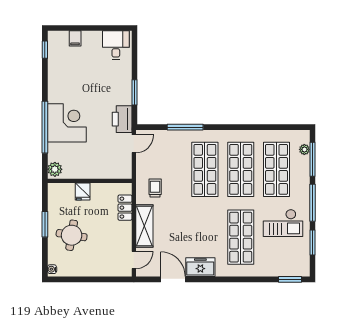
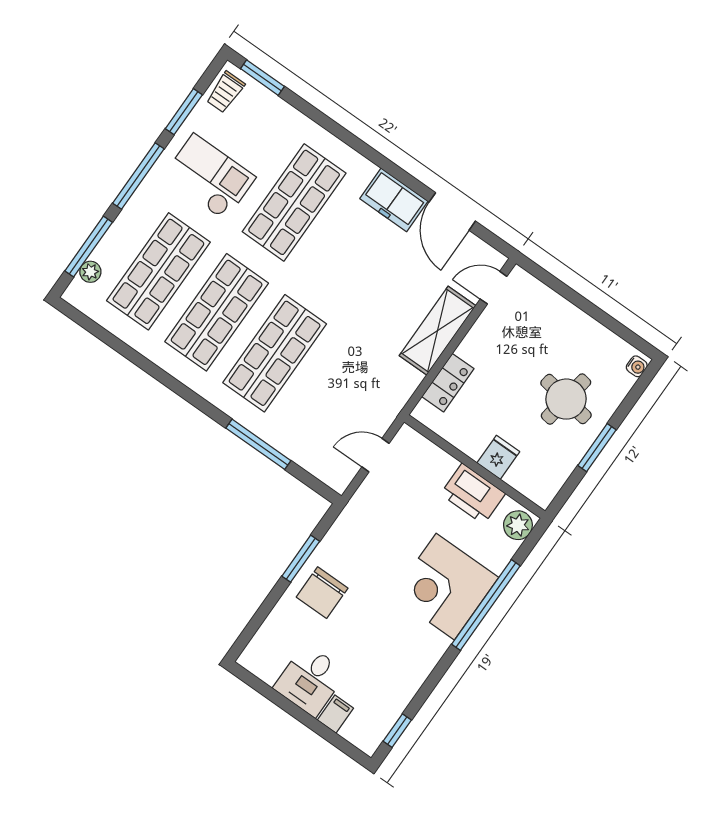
desk: (116, 45) -> (310, 680), moved
chair: (116, 85) -> (322, 593), added
printer: (122, 119) -> (473, 494), moved, turned 90
door: (134, 144) -> (375, 455), moved
trolley: (155, 188) -> (226, 92), moved

